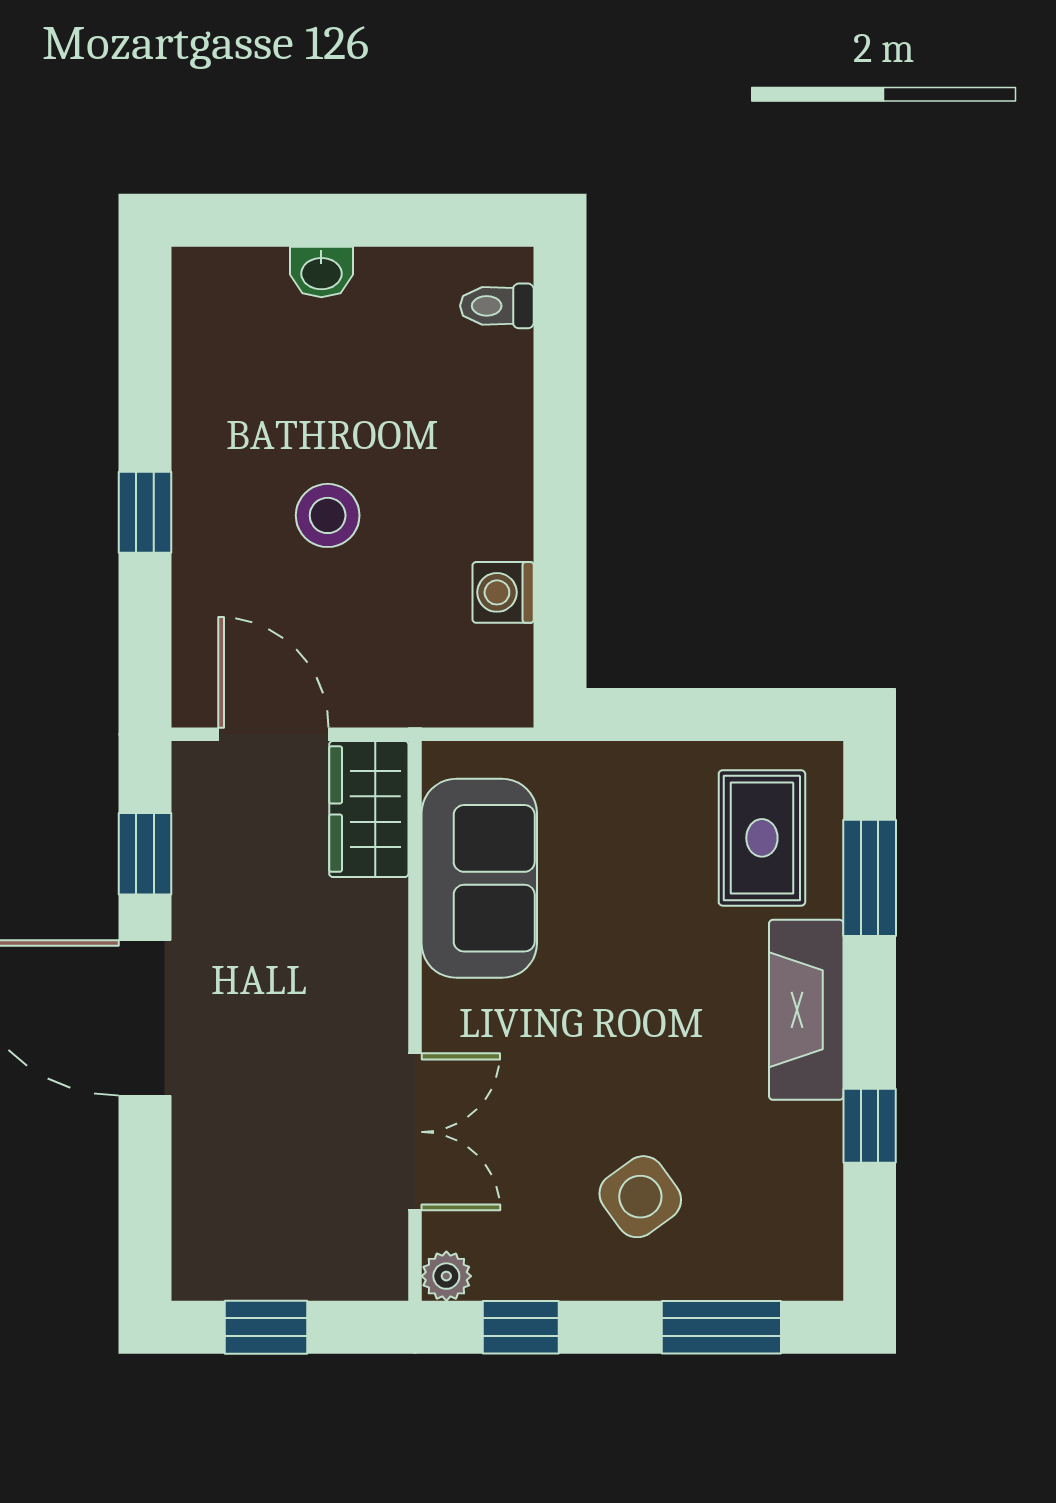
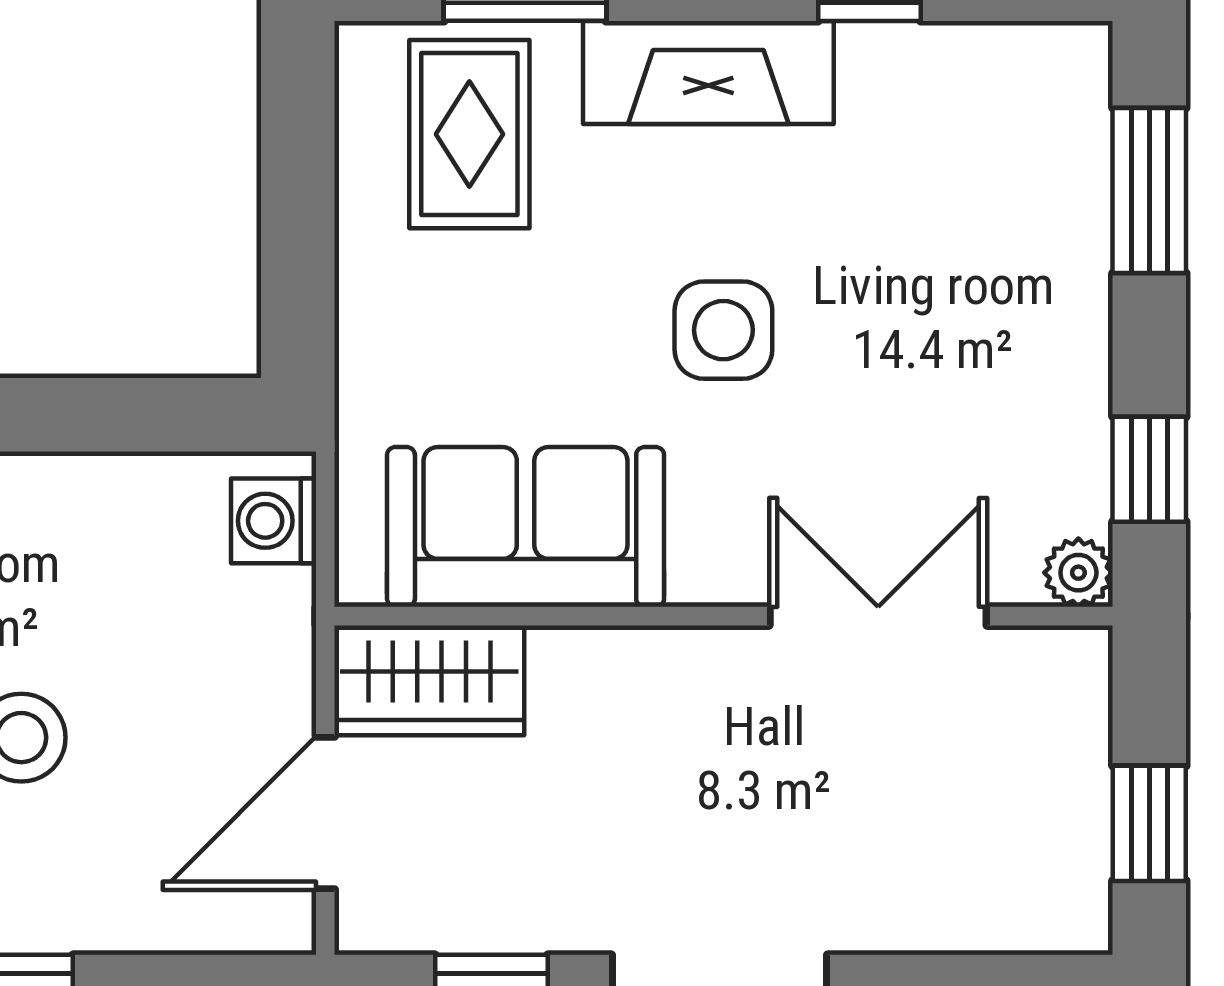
washing machine: (503, 592) -> (274, 521), moved, turned 90
rug: (762, 838) -> (469, 134), turned 90
side table: (640, 1197) -> (723, 330), moved, turned 36

